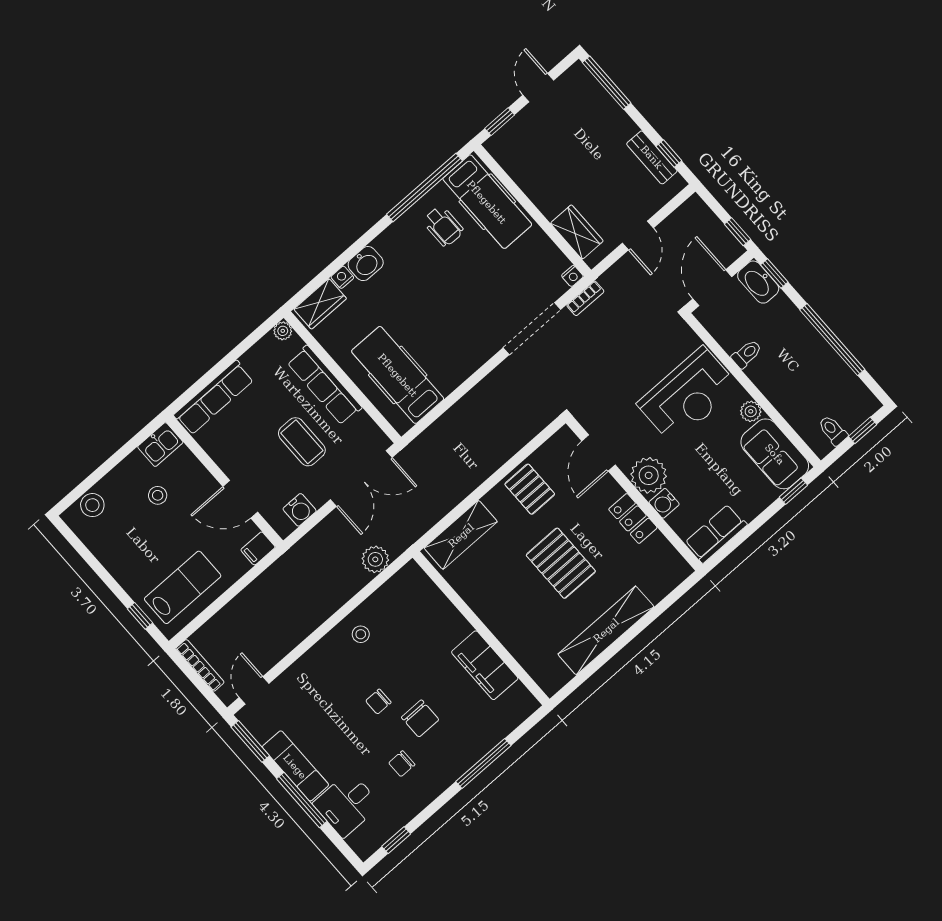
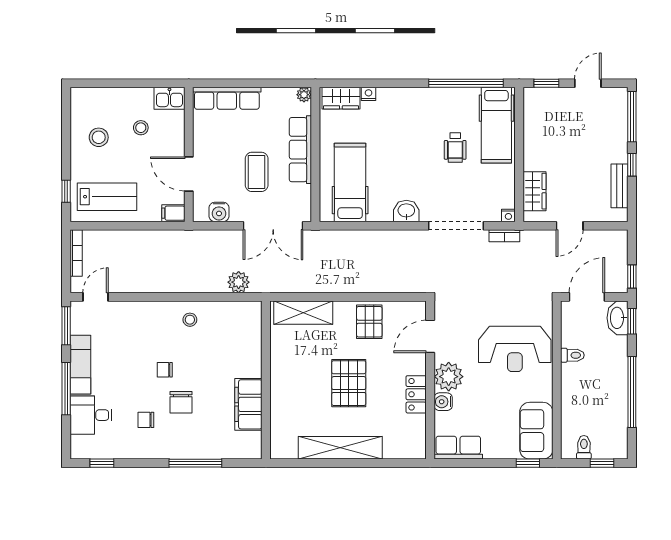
window: (669, 154) -> (632, 165), moved
wheelchair: (443, 226) -> (455, 148), moved
washbasin: (366, 264) -> (406, 211), moved, turned 180
plant: (751, 411) -> (544, 392), removed
stool: (92, 505) -> (99, 137), moved

